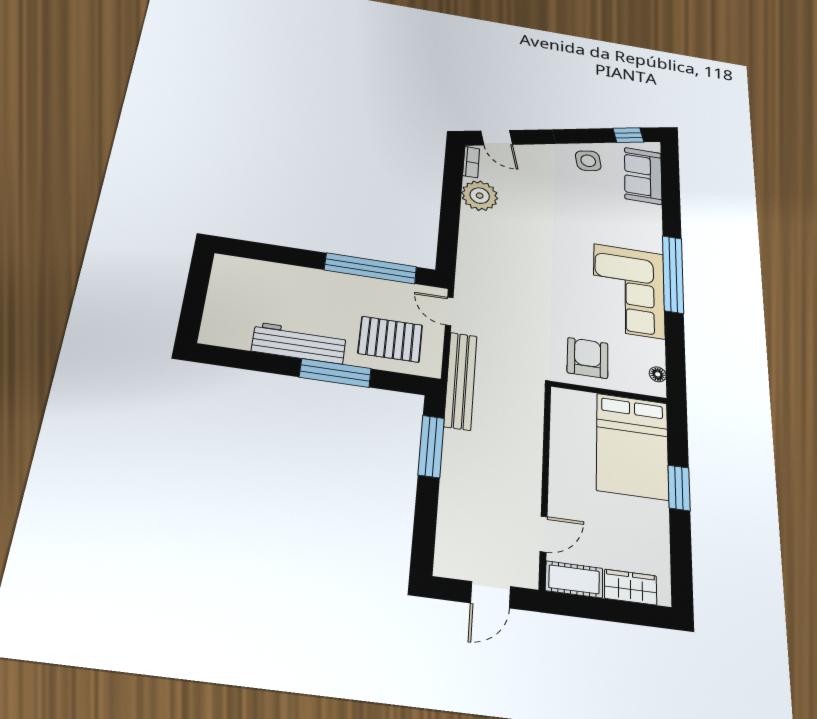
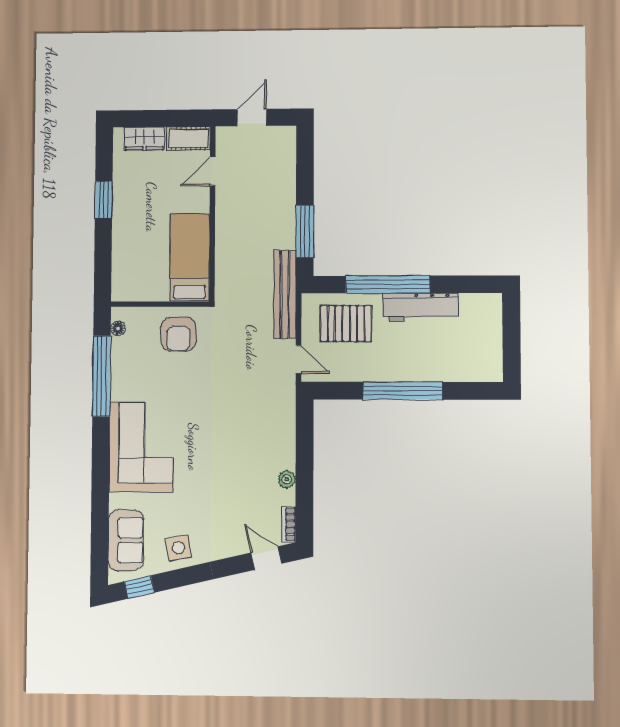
plant: (480, 196) -> (287, 479), width x0.53, depth x0.53
window: (371, 268) -> (403, 391), moved
window: (673, 274) -> (102, 376), moved
corner sofa: (629, 291) -> (141, 447), moved
window: (335, 373) -> (388, 284), width x1.46
bed: (632, 446) -> (190, 257), moved, width x0.67
window: (679, 488) -> (104, 200), moved

